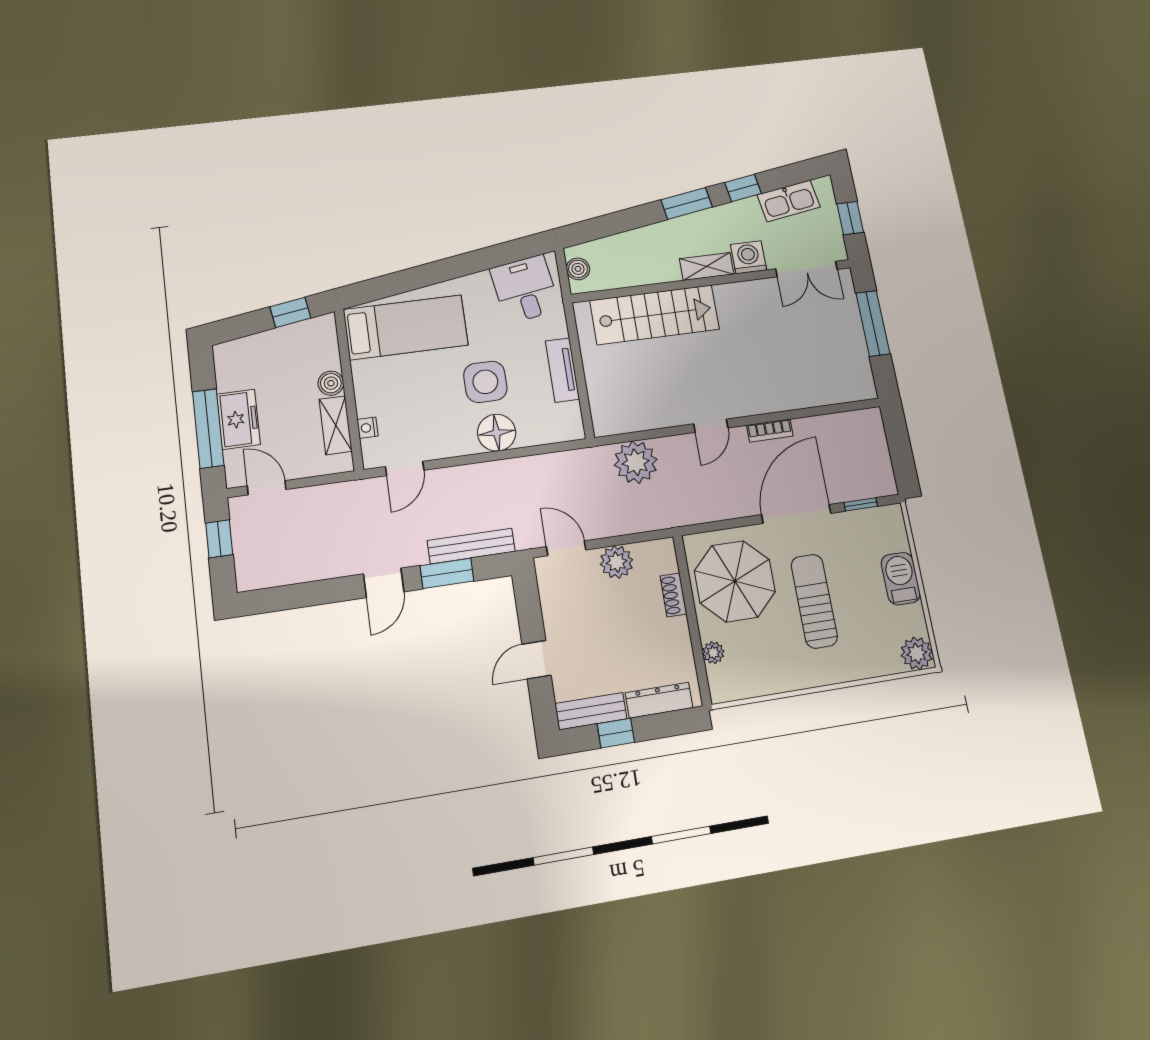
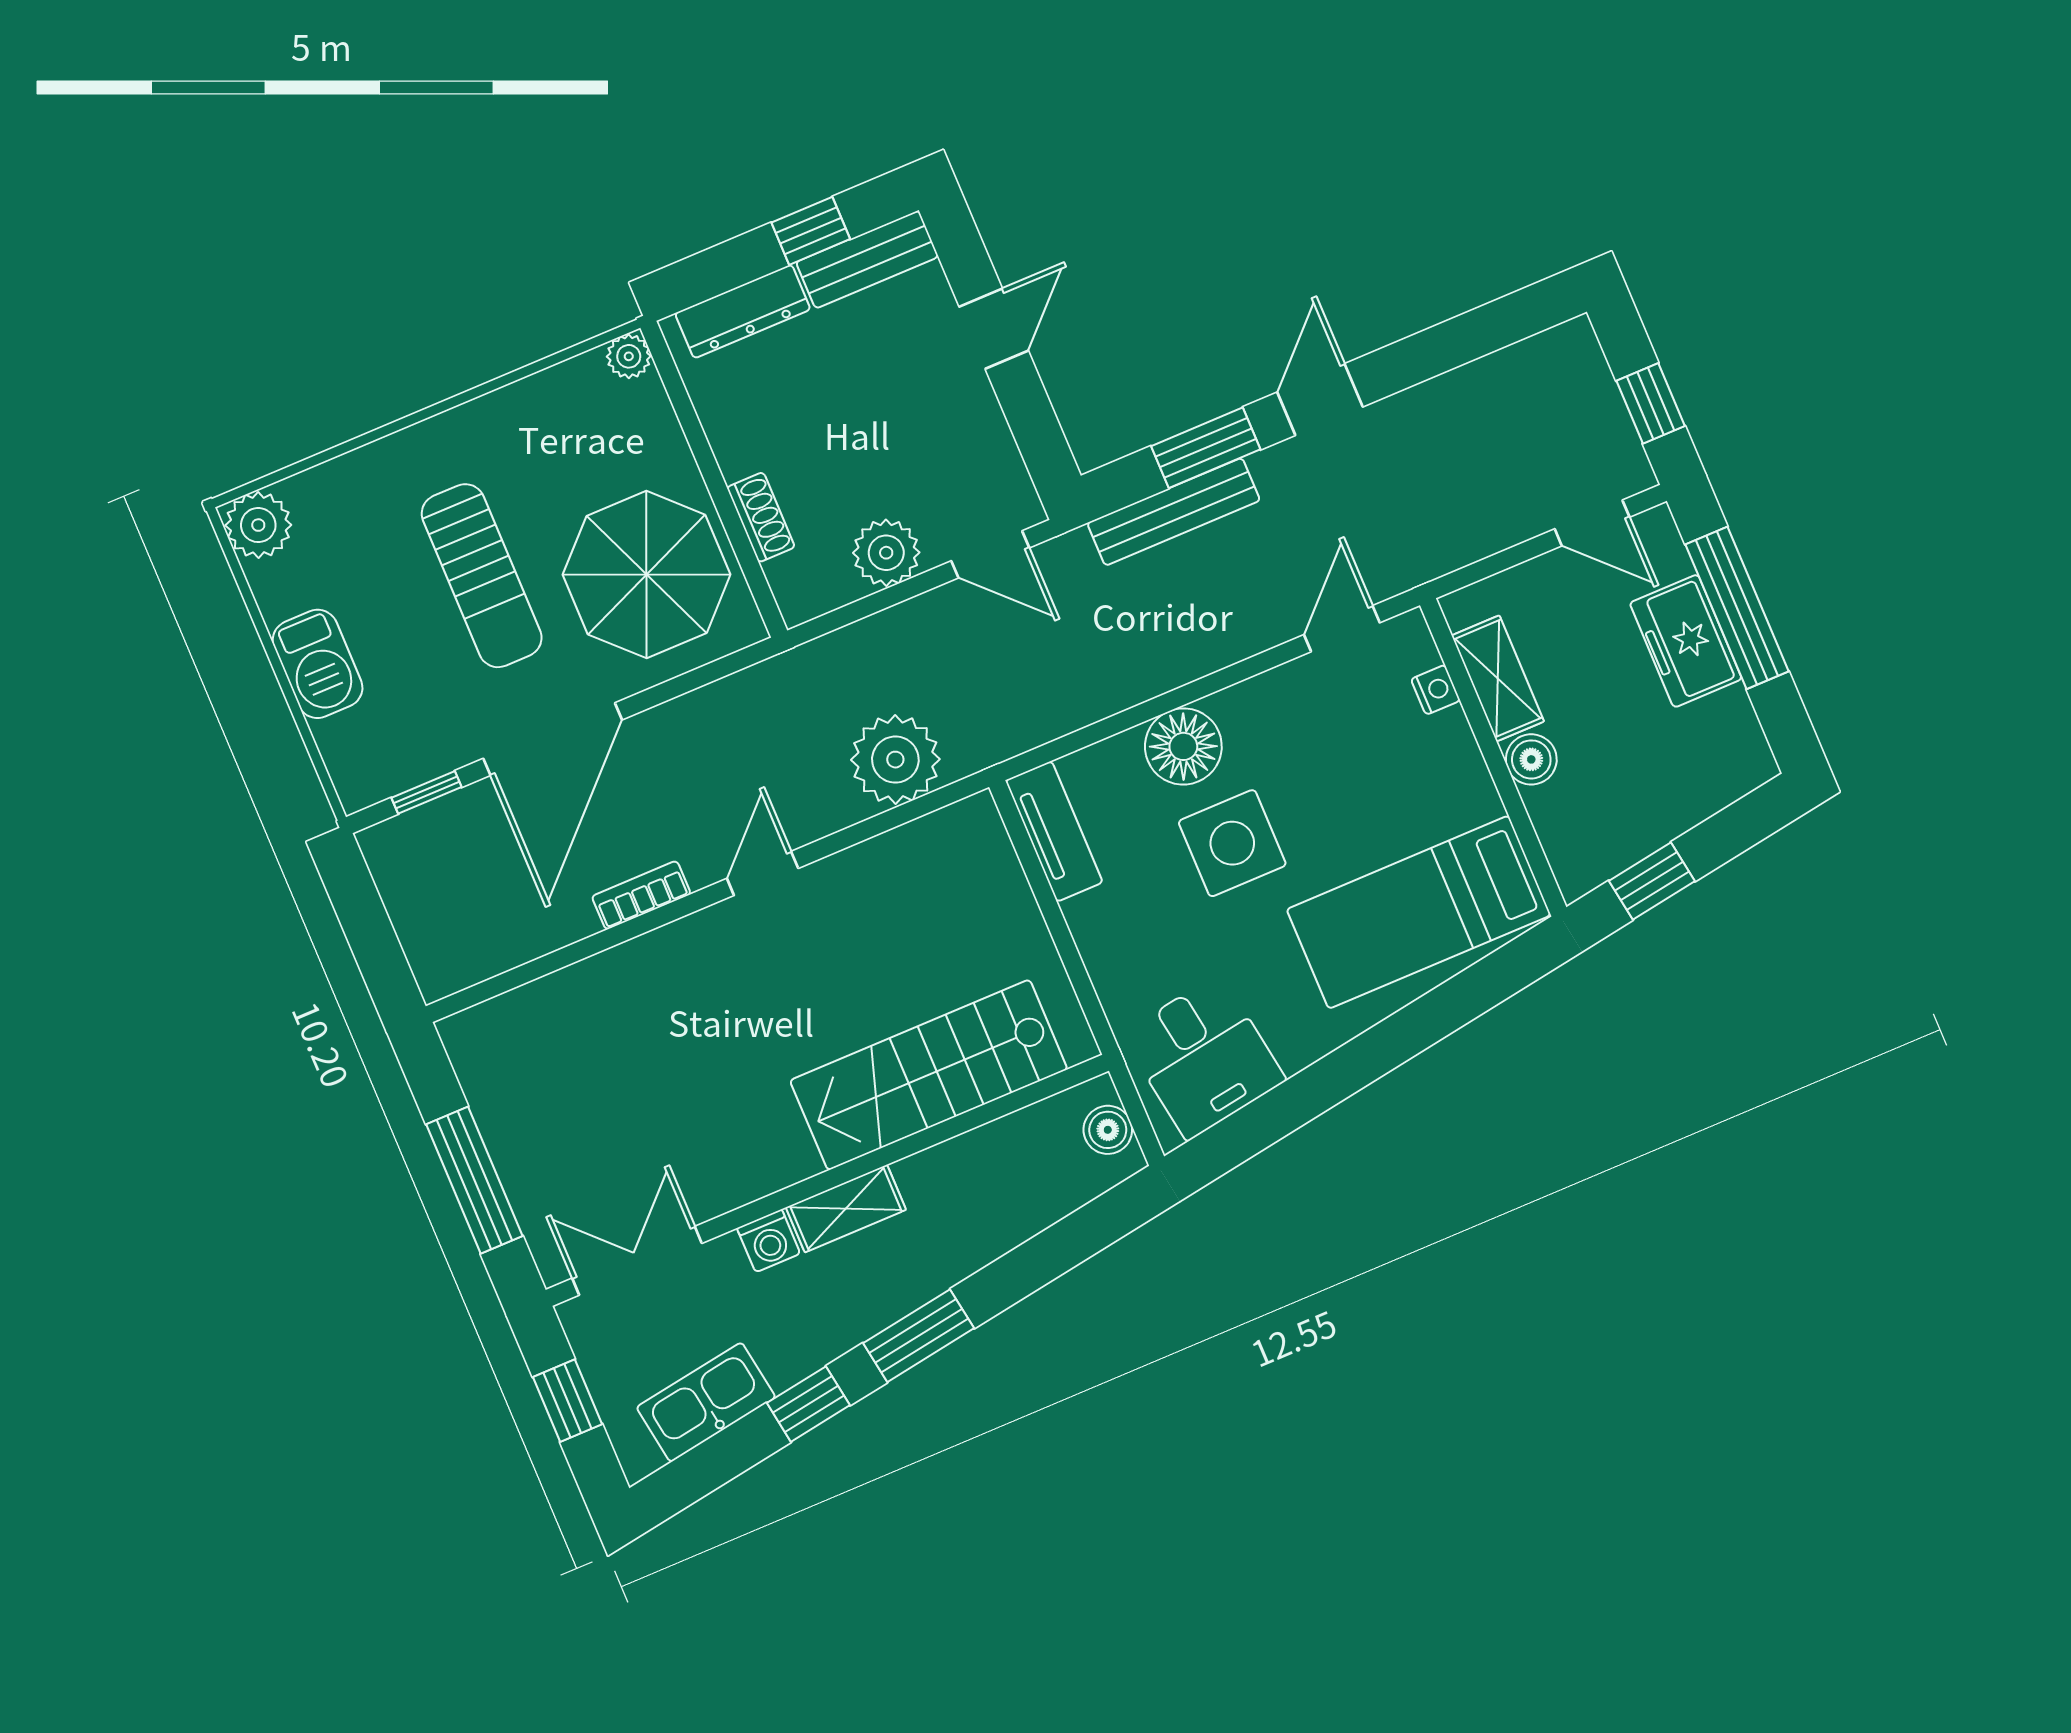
washing machine: (748, 257) -> (769, 1241), width x0.73, depth x0.73
tv unit: (562, 370) -> (1054, 831), moved
plant: (713, 653) -> (629, 356), moved

